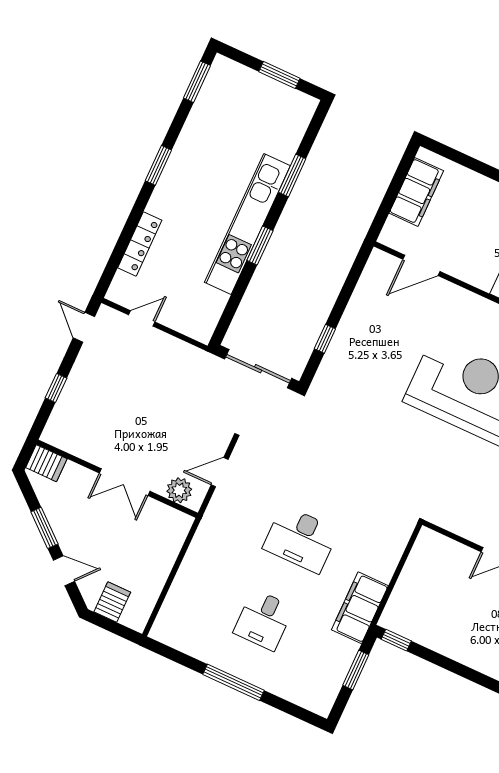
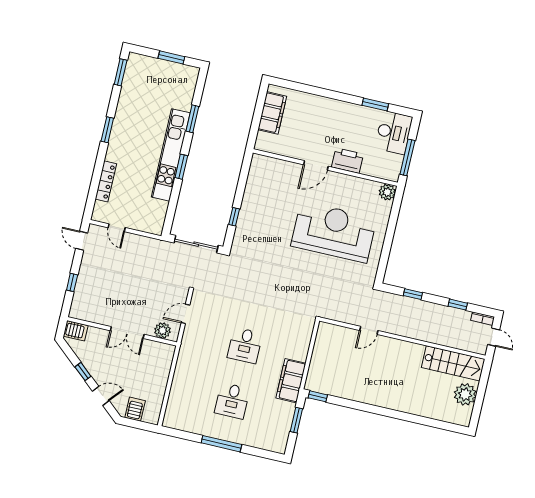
door: (421, 265) -> (316, 165), moved
door: (142, 318) -> (117, 228), swing flipped
window: (44, 528) -> (83, 372), width x0.67
desk: (301, 539) -> (245, 345), width x0.73

